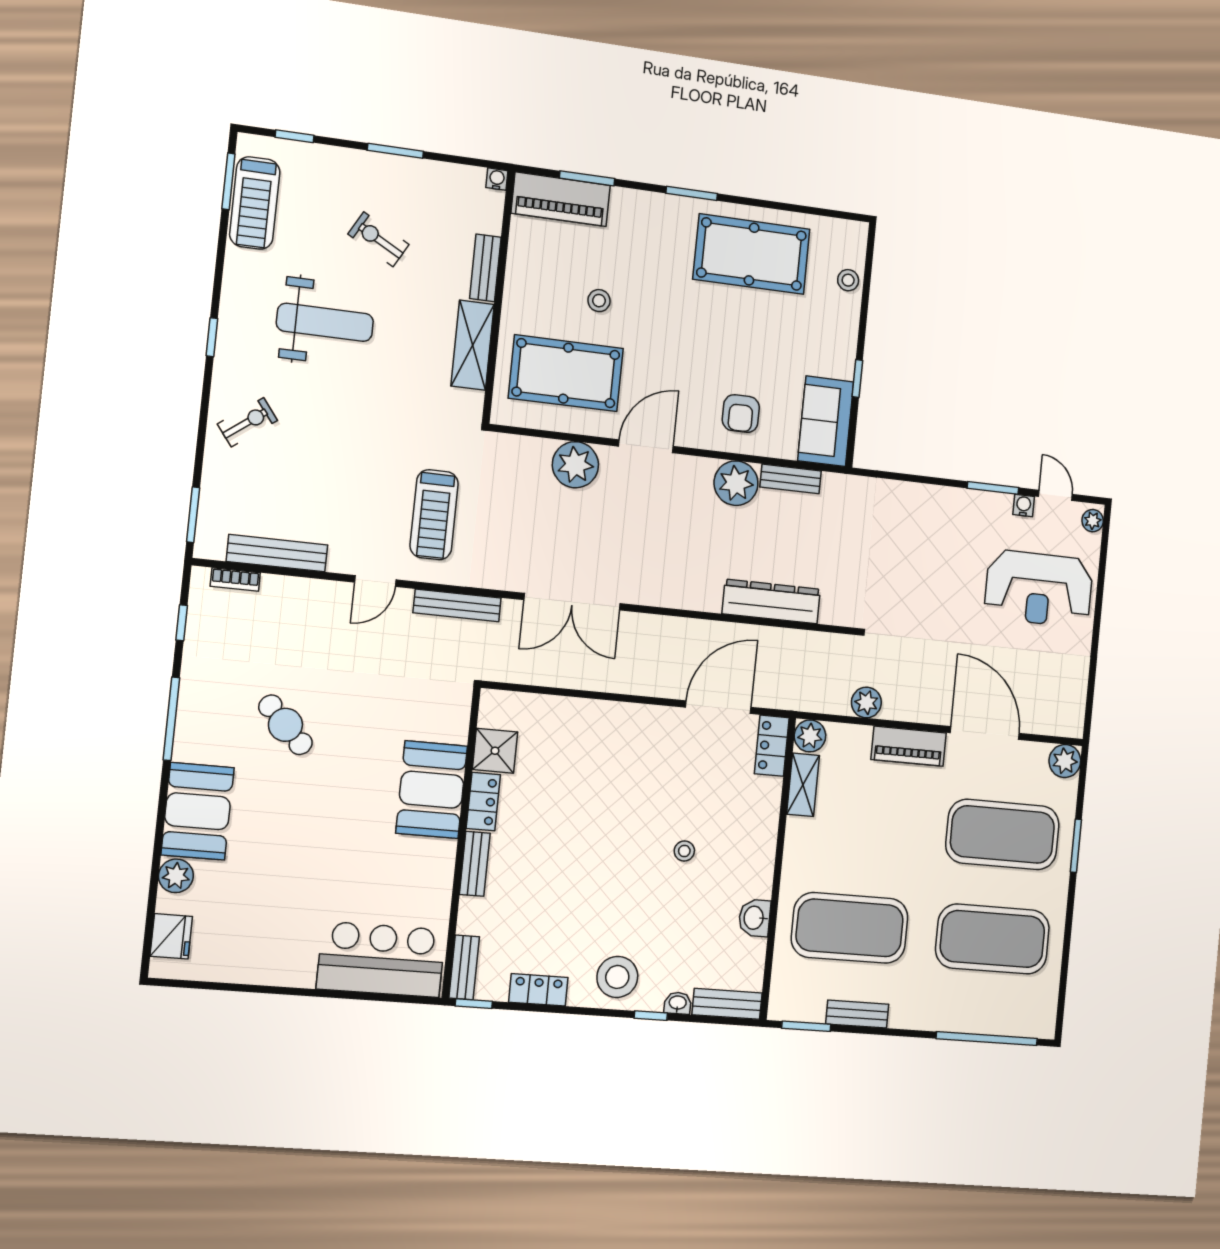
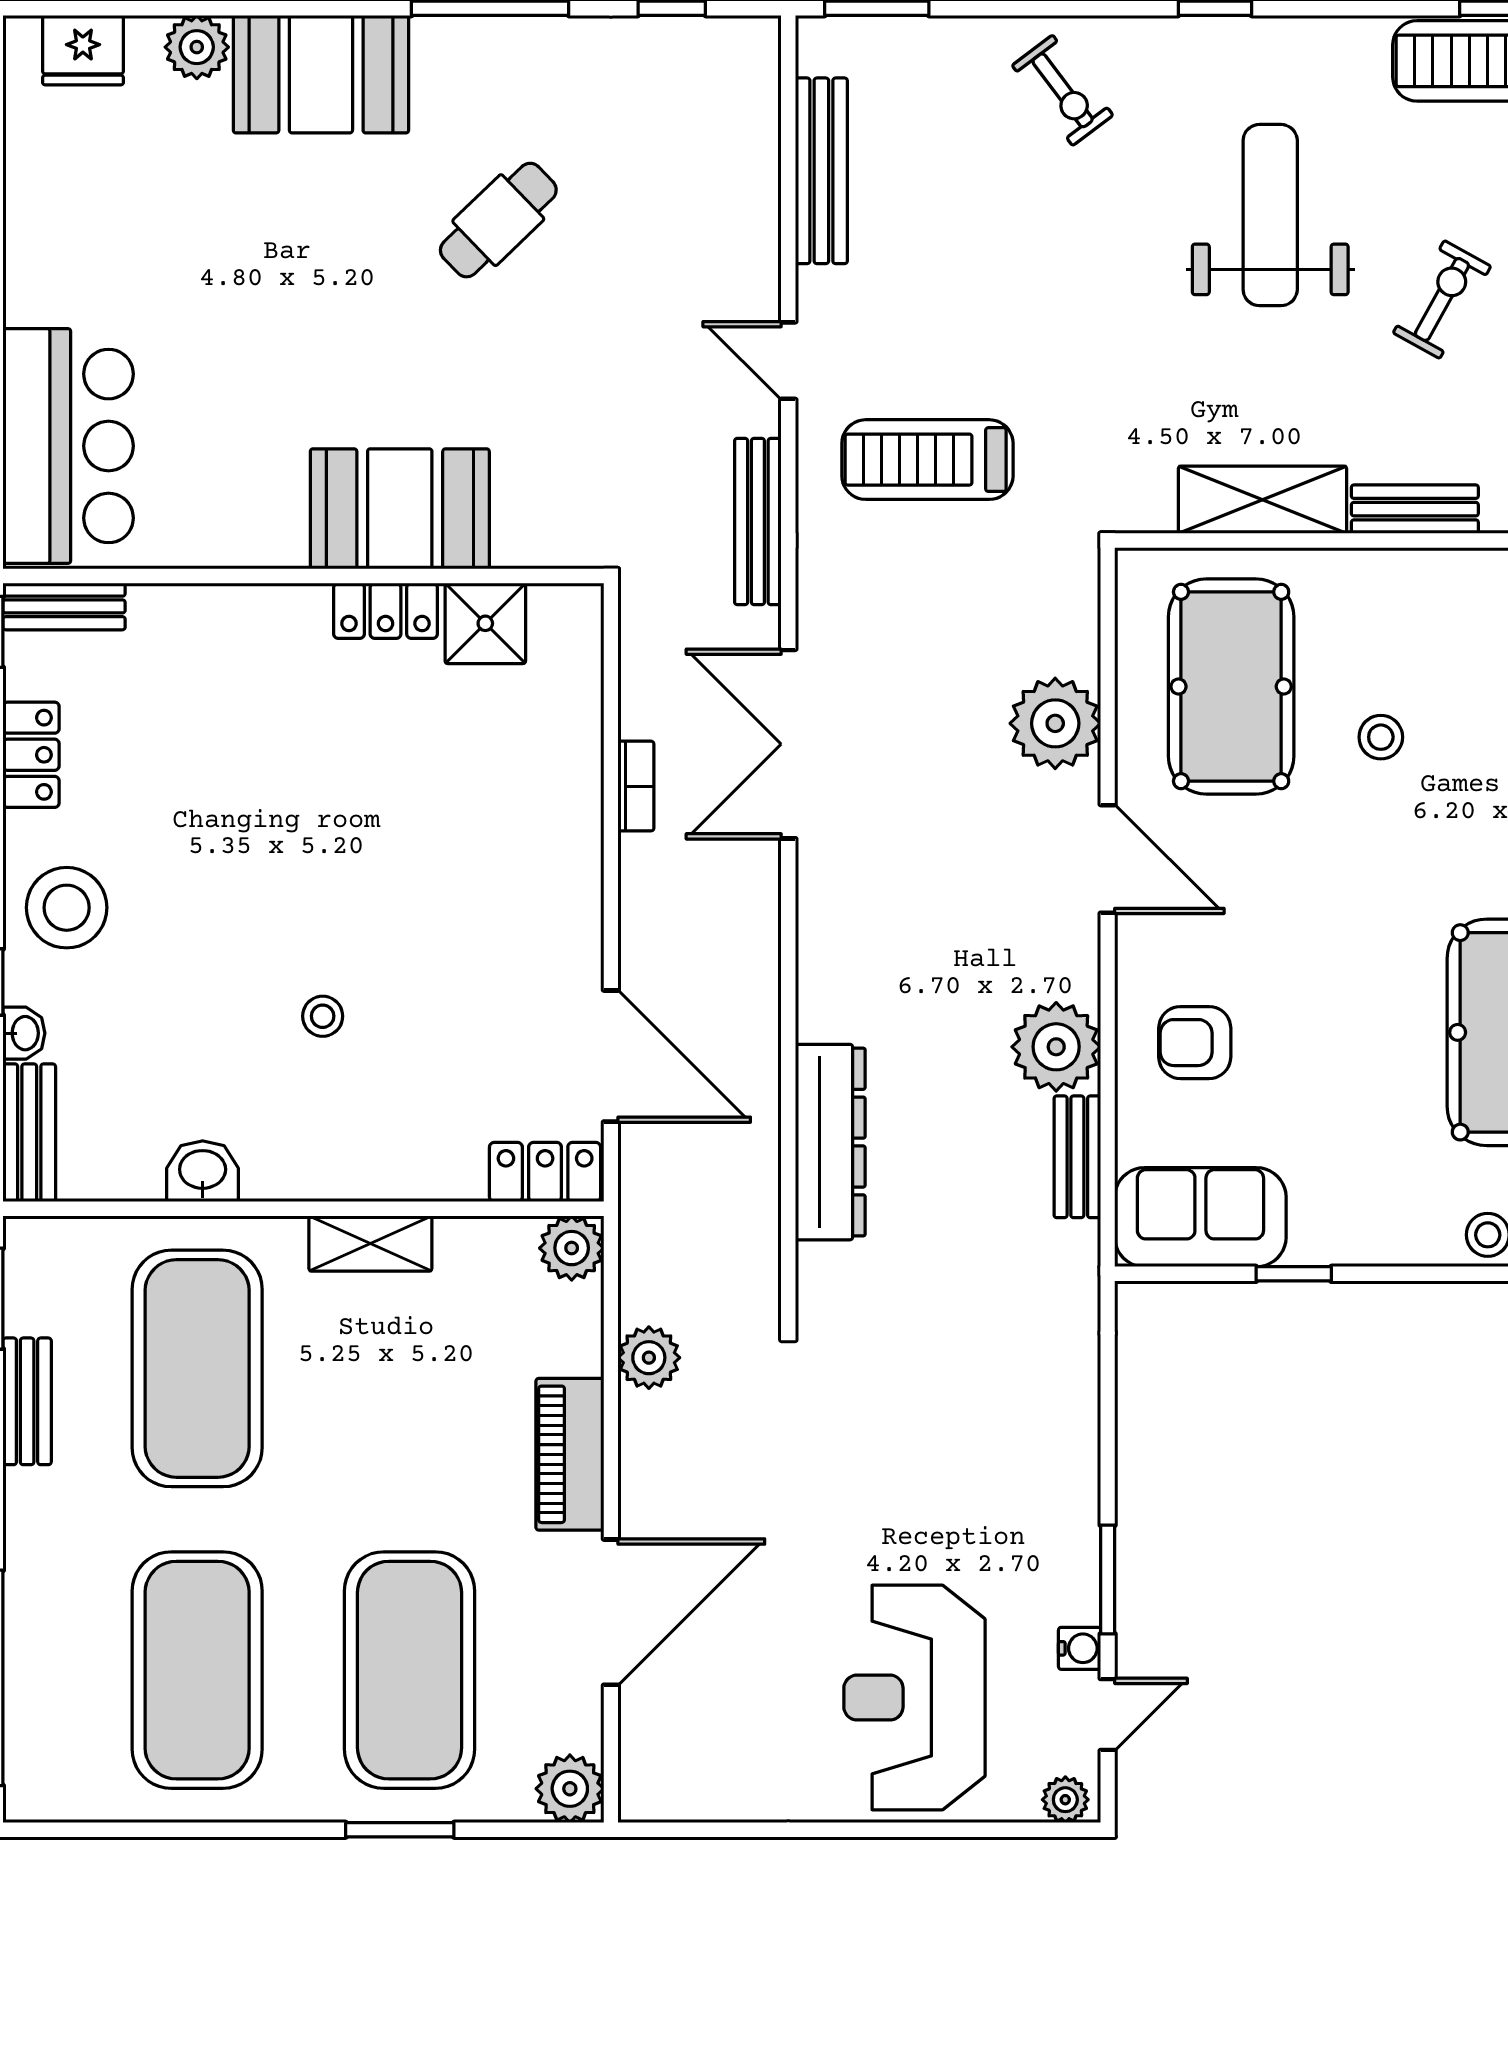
weight bench: (325, 322) -> (1270, 215), turned 180
bookcase: (235, 580) -> (636, 786), moved, turned 180
shelving: (803, 785) -> (370, 1244), moved
bench: (475, 864) -> (265, 607), removed

